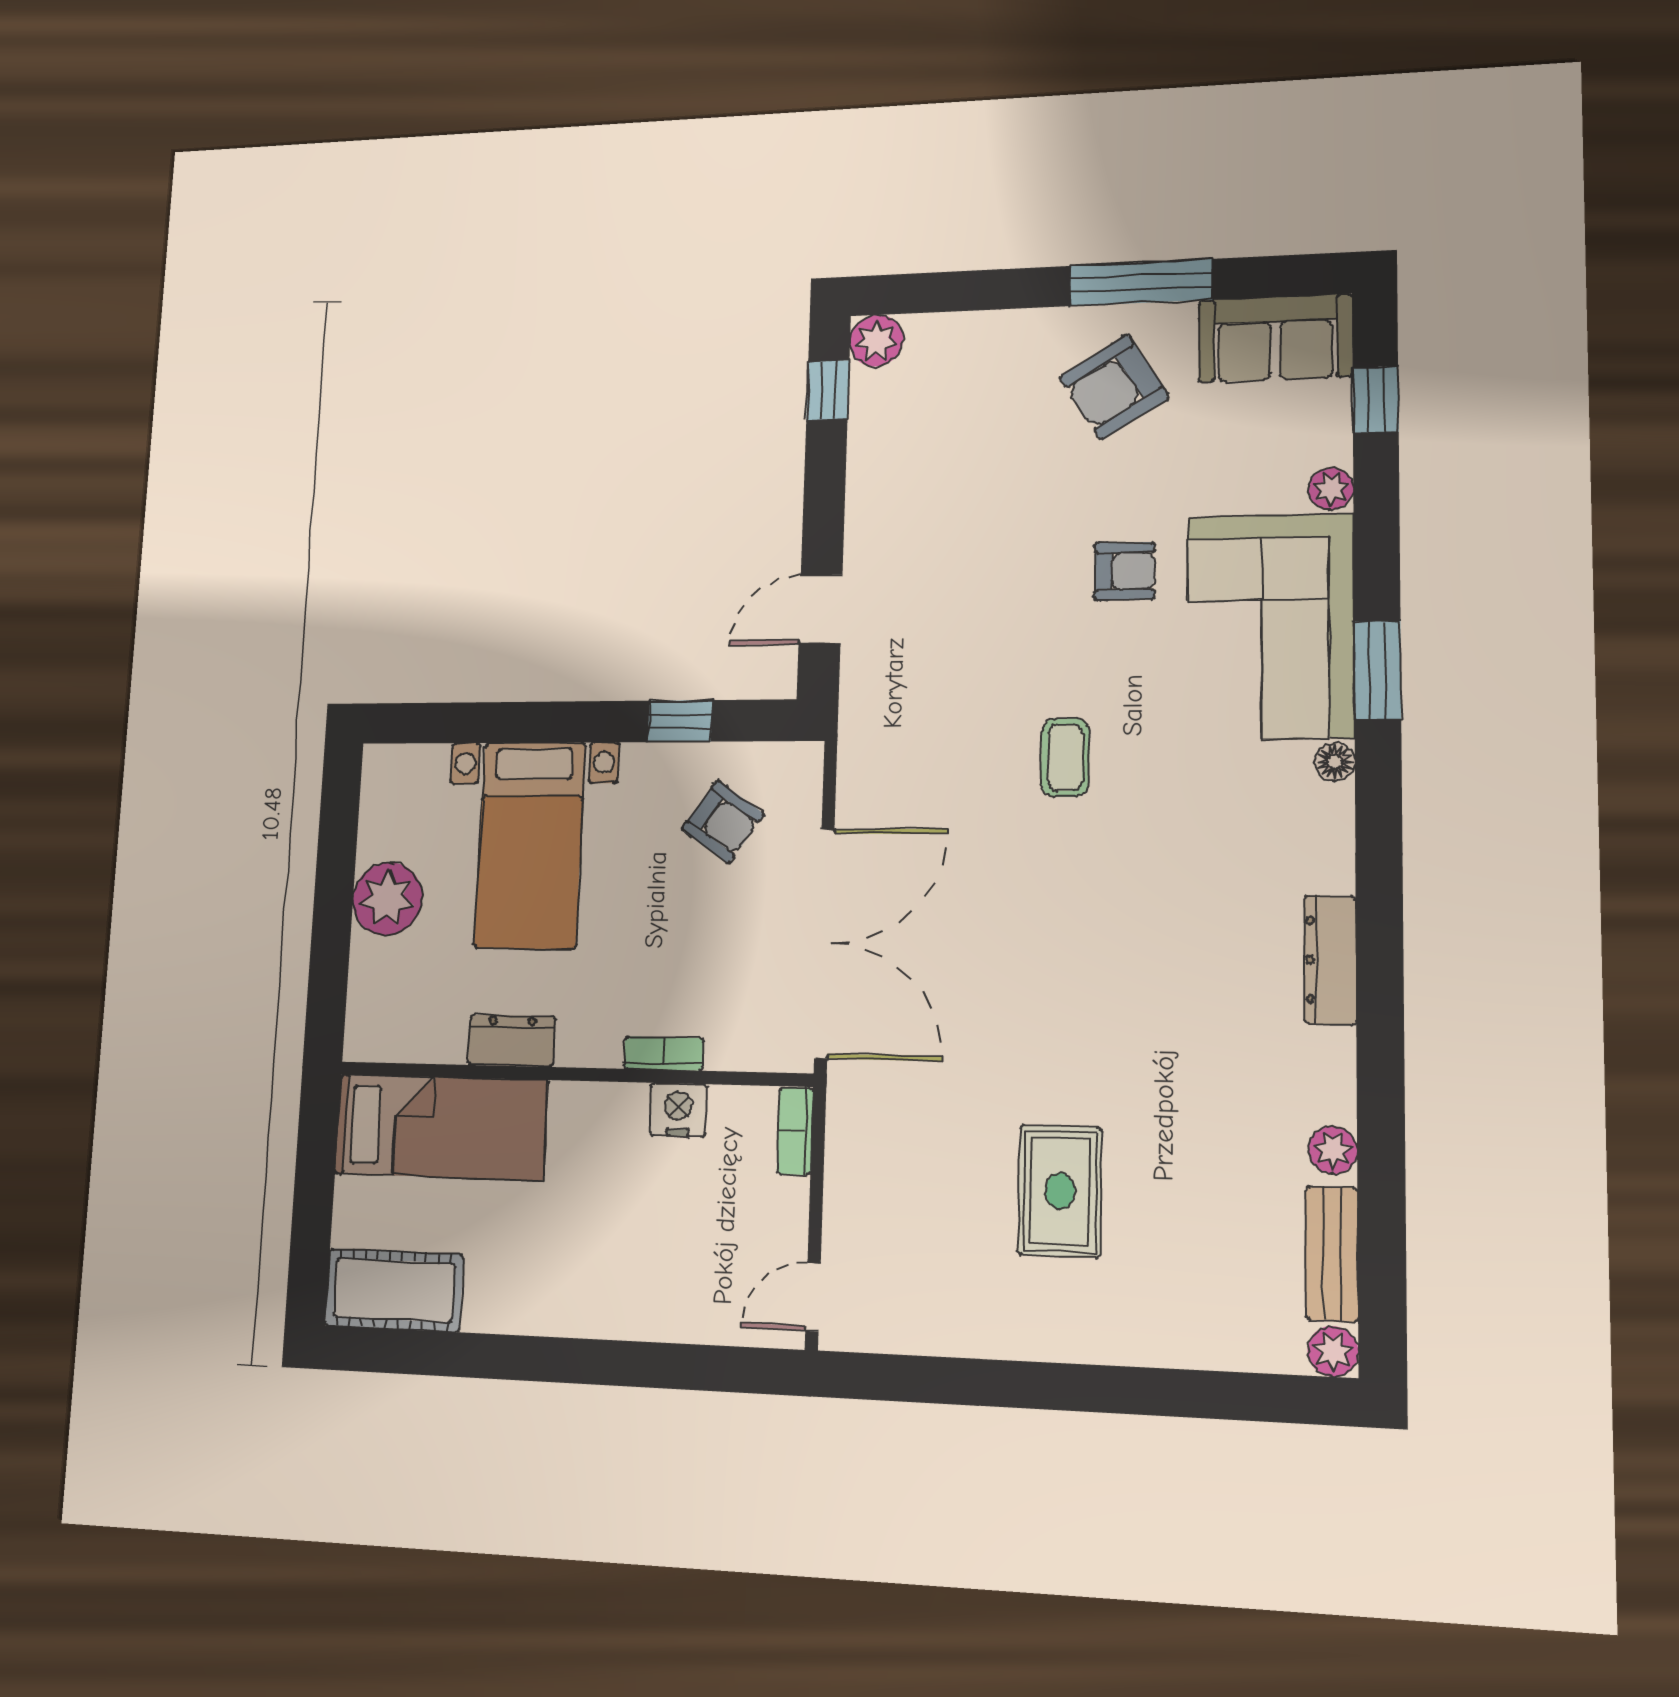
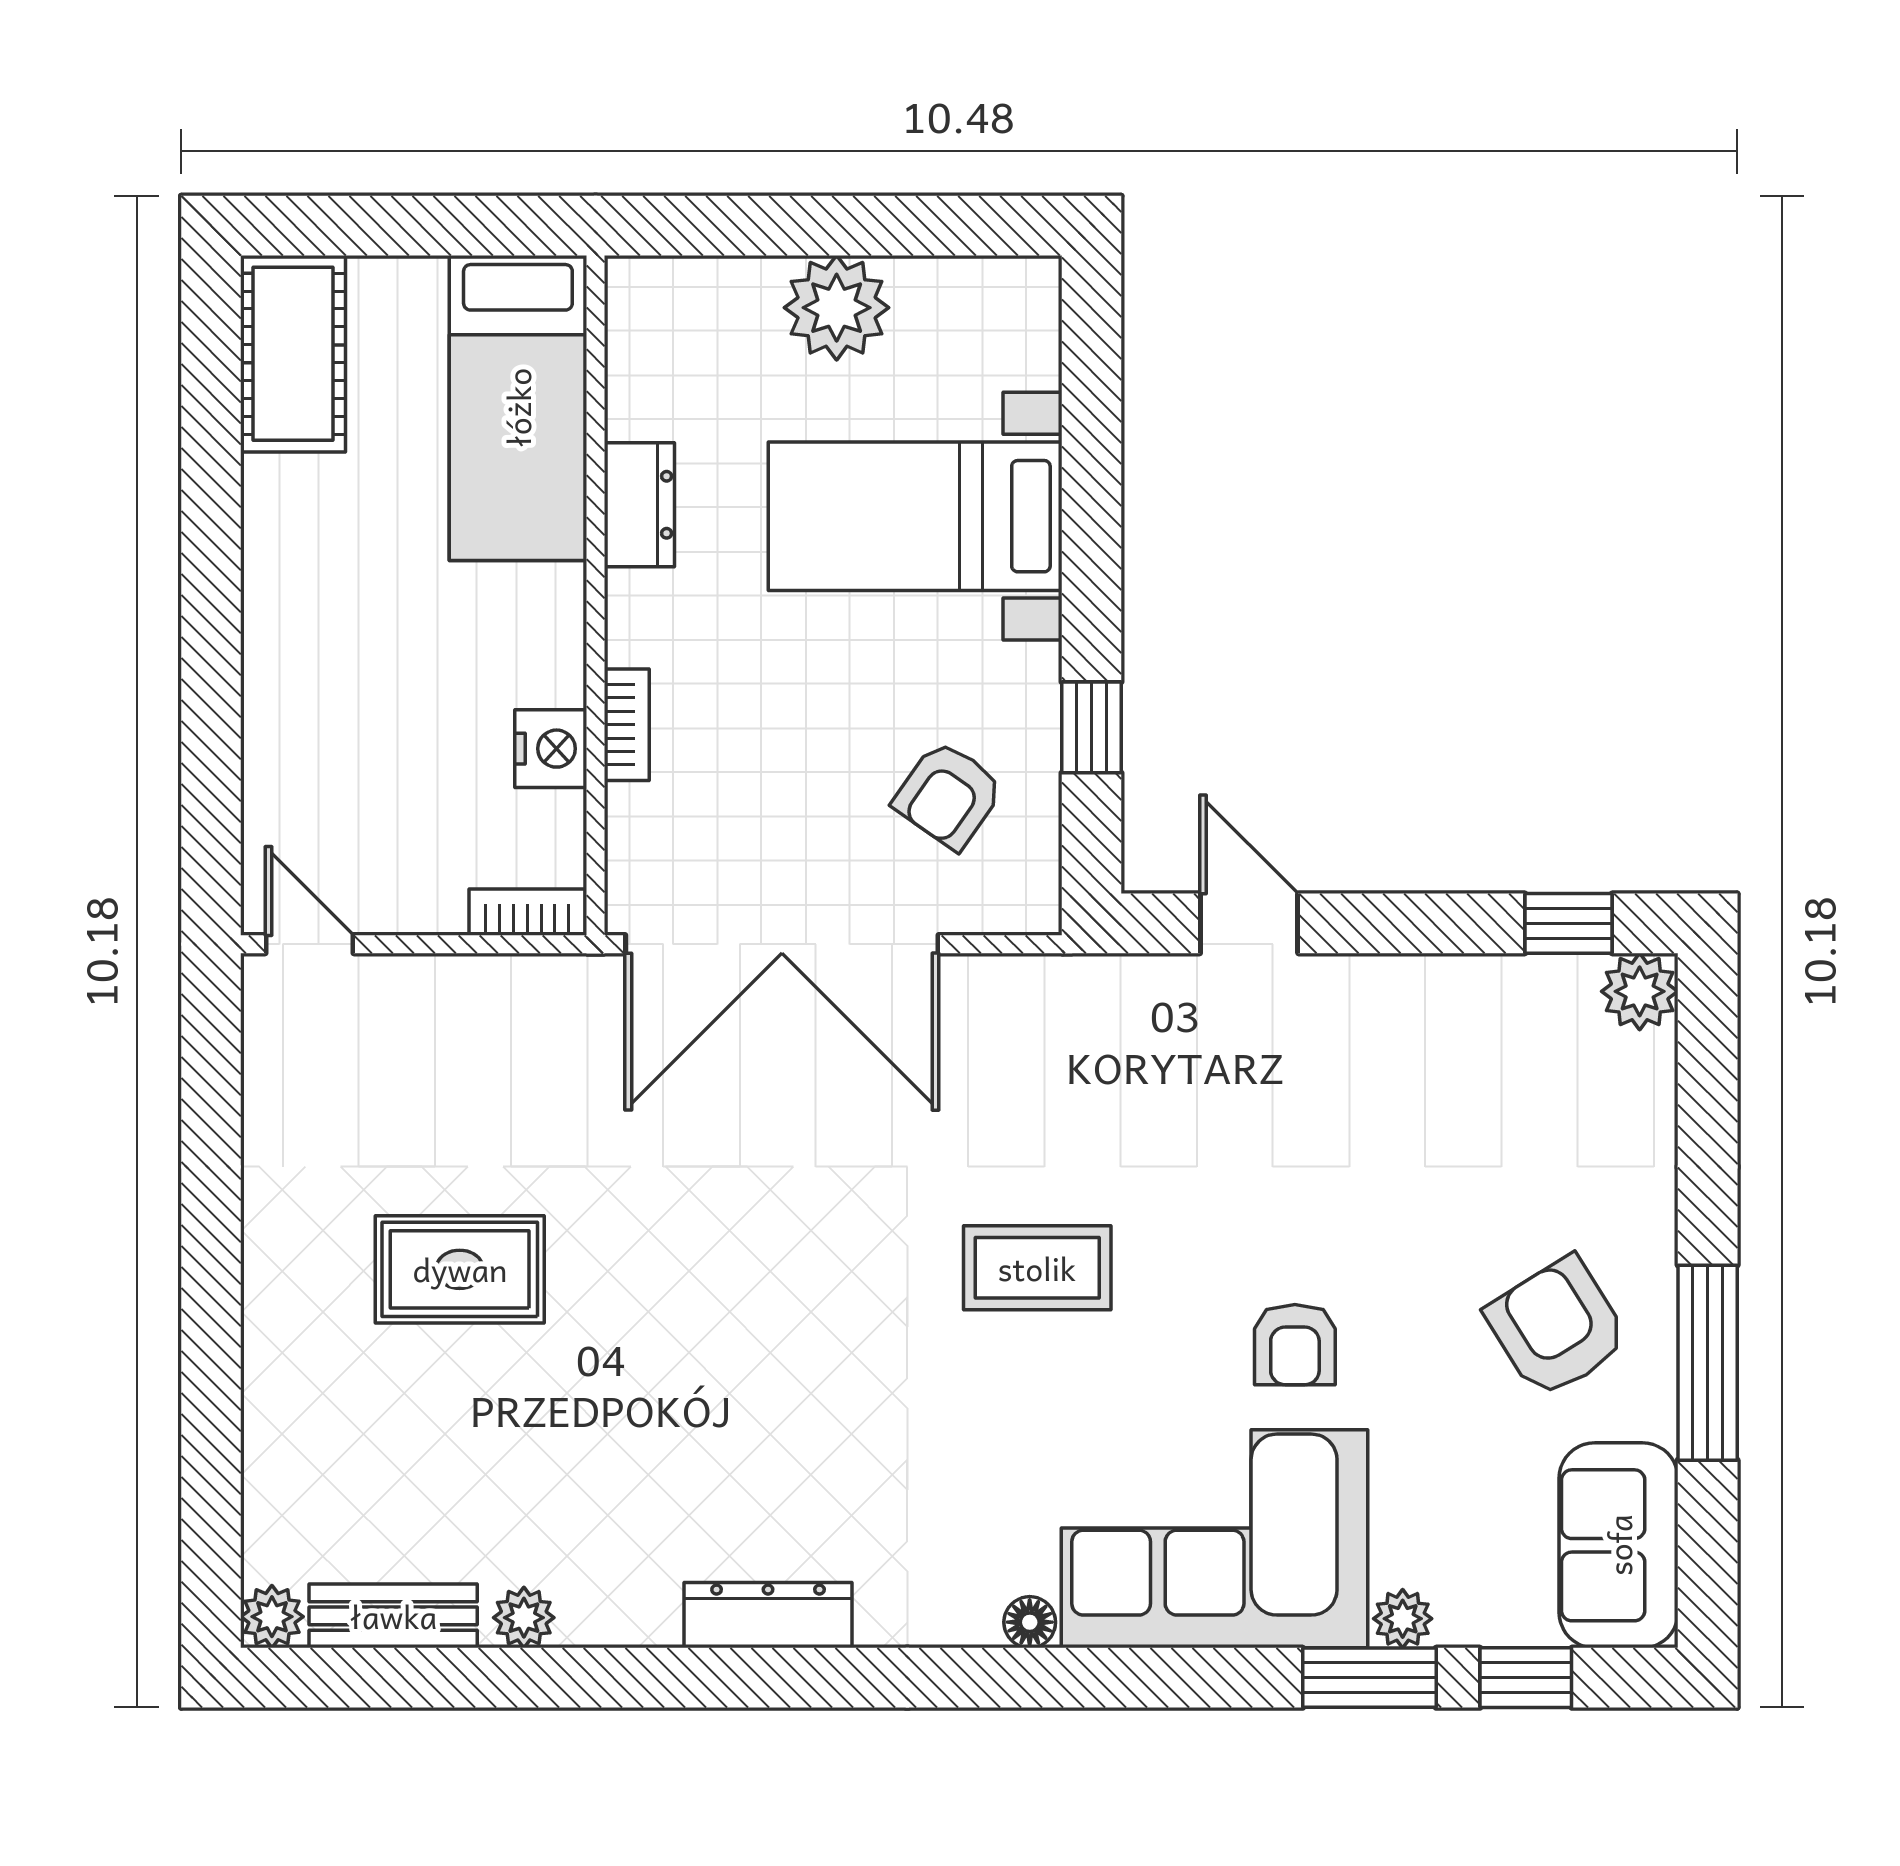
window: (1378, 670) -> (1369, 1678), moved
coffee table: (1065, 757) -> (1037, 1268), width x1.36, depth x1.30

